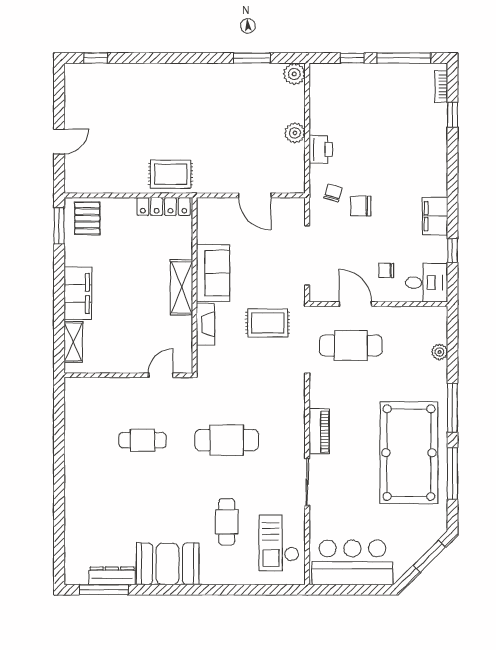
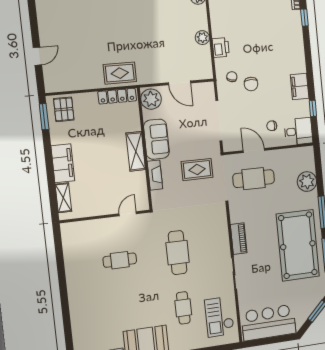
chair: (361, 206) -> (251, 84), turned -90
plant: (211, 215) -> (151, 99), added
plant: (440, 352) -> (307, 182), width x1.87, depth x1.87
cafe table: (227, 440) -> (178, 253), turned 90

